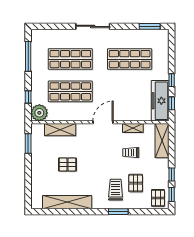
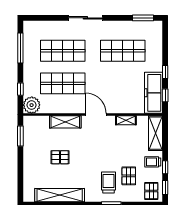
door: (103, 122) -> (96, 115), hinge flipped
shelving: (60, 130) -> (65, 122), moved
trolley: (131, 152) -> (153, 162), moved

